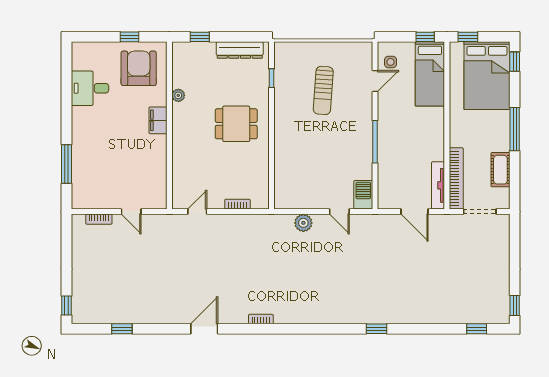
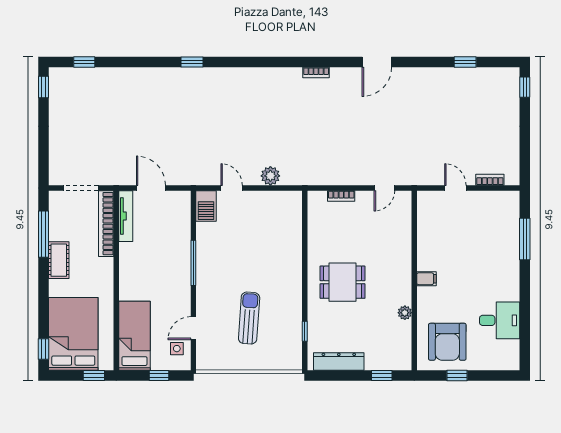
window: (425, 37) -> (159, 376), moved
filing cabinet: (158, 120) -> (426, 279), width x0.50
window: (515, 129) -> (44, 234), moved
cot: (500, 170) -> (59, 260), moved

